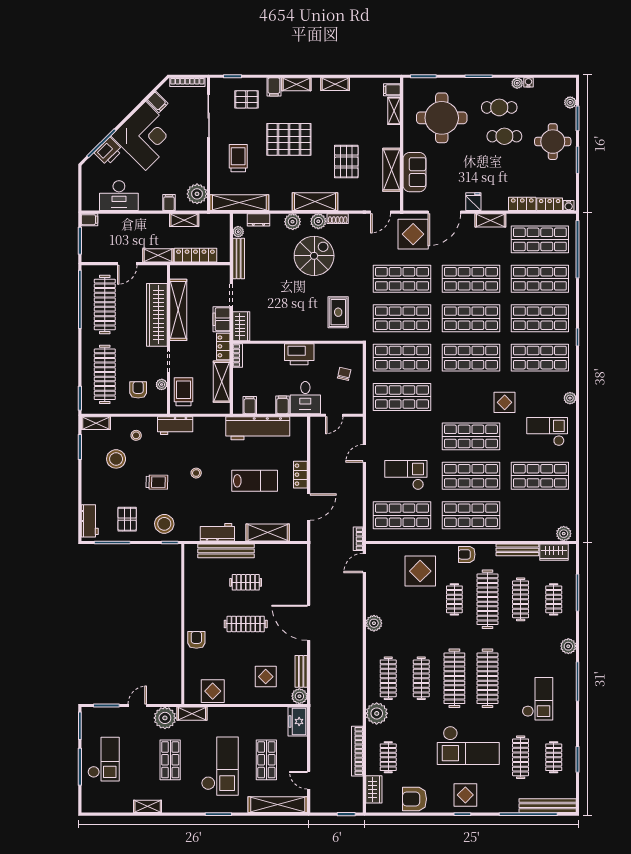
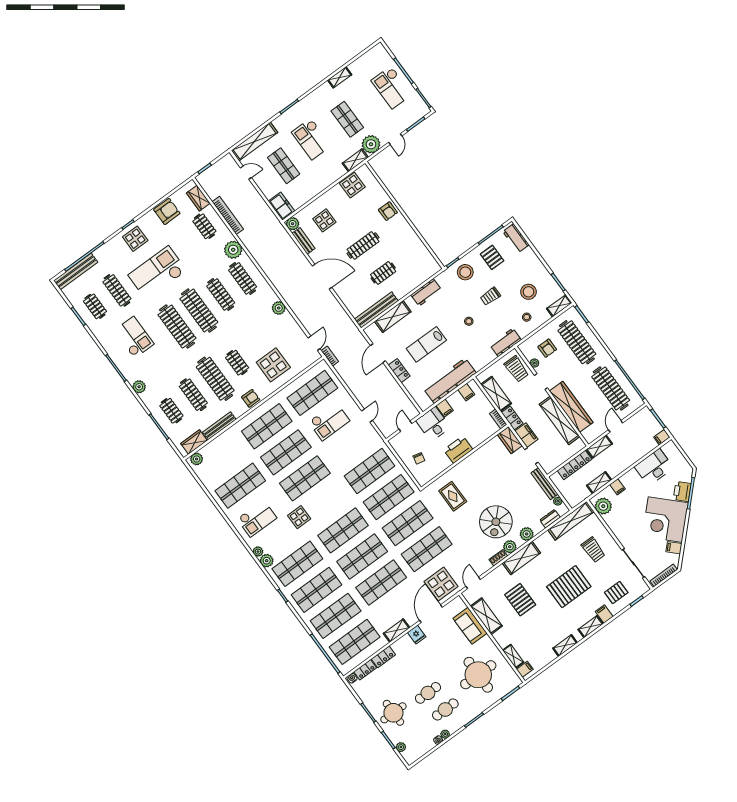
plant: (568, 383) -> (267, 561), added
bench: (226, 551) -> (376, 310), moved
checkout: (537, 699) -> (134, 337), turned 180
checkout: (220, 766) -> (311, 139), width x0.73, depth x0.83

